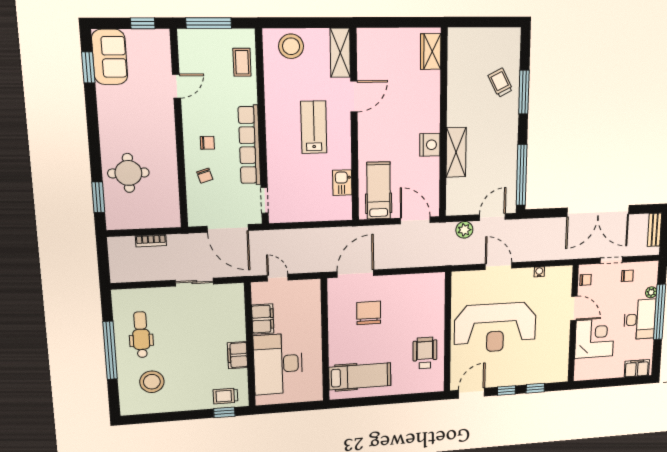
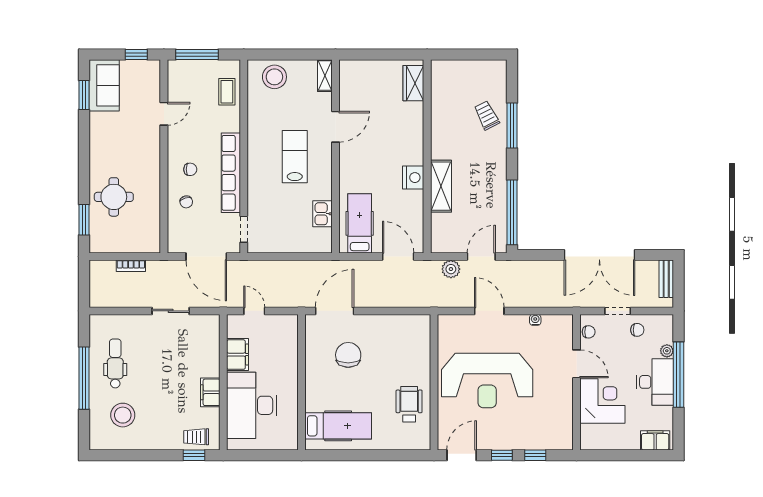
shelving: (340, 53) -> (325, 76), width x0.67, depth x0.75

